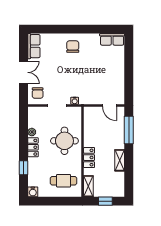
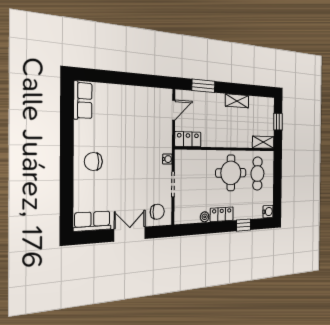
window: (129, 130) -> (203, 86), width x0.69
round table: (64, 141) -> (231, 173), moved
locker: (89, 158) -> (188, 139), moved

